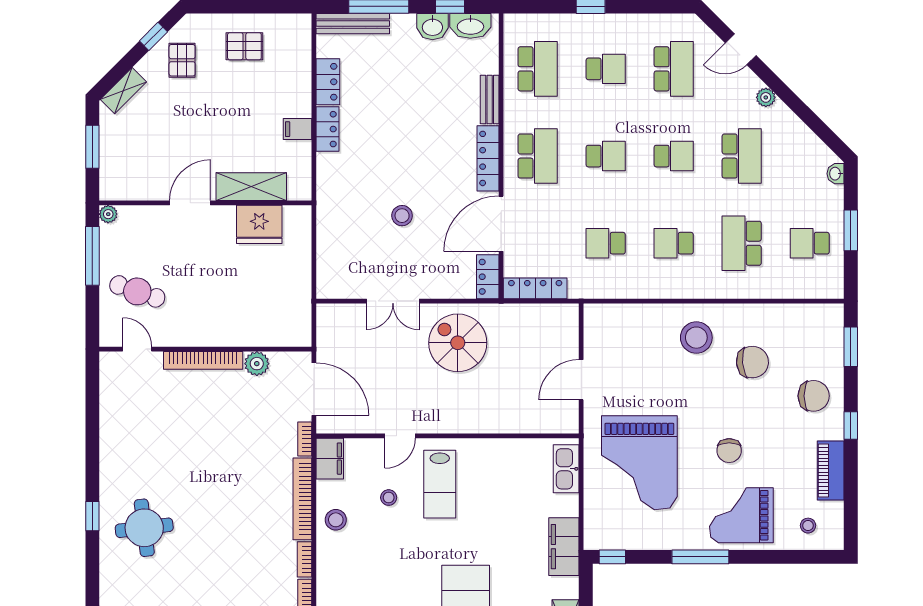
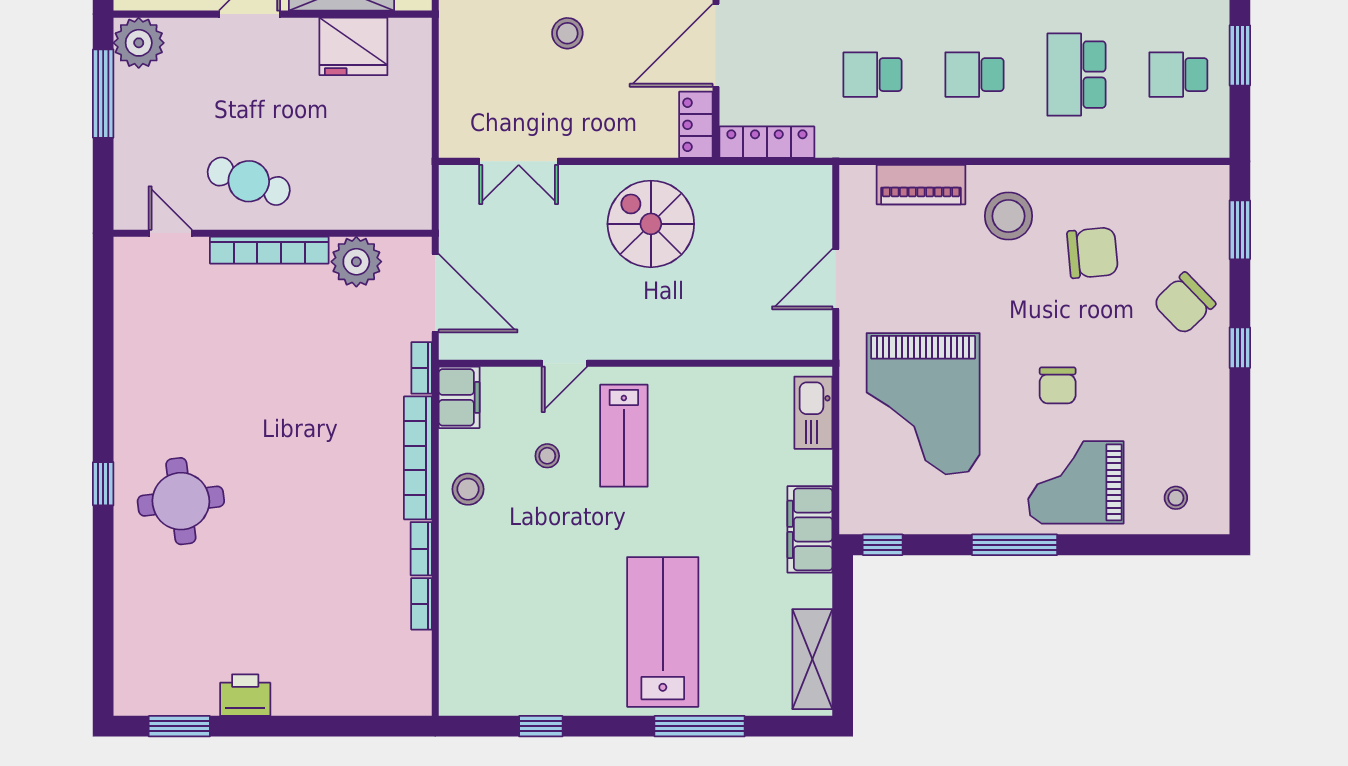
plant: (108, 214) -> (139, 43), width x1.88, depth x1.88
cafe table: (137, 291) -> (249, 181), moved
double door: (393, 301) -> (519, 161), moved
plant: (257, 364) -> (356, 262), width x1.36, depth x1.36
chair: (814, 396) -> (1184, 303), turned 136
piano: (831, 471) -> (921, 185), moved, turned -90

